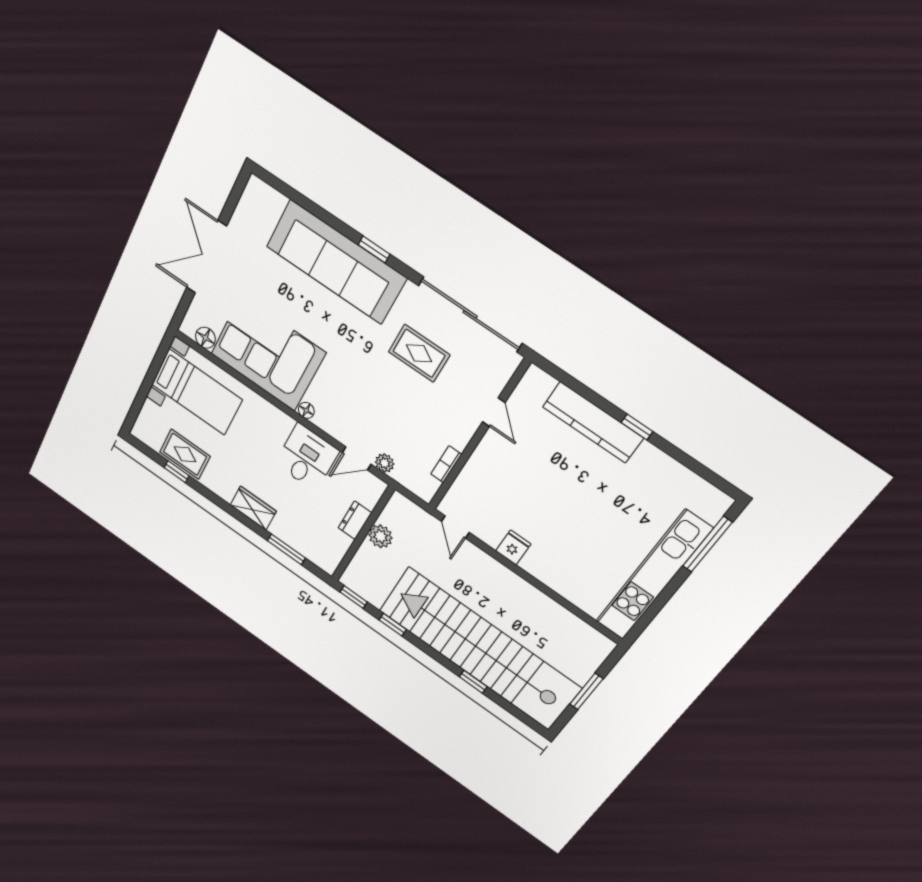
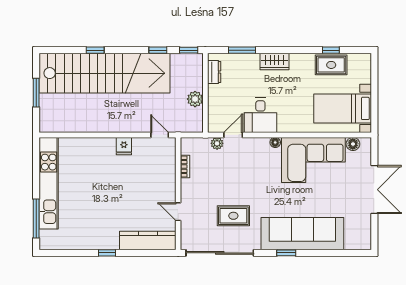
kitchen counter: (593, 422) -> (148, 241), moved
dresser: (355, 520) -> (214, 72), moved

